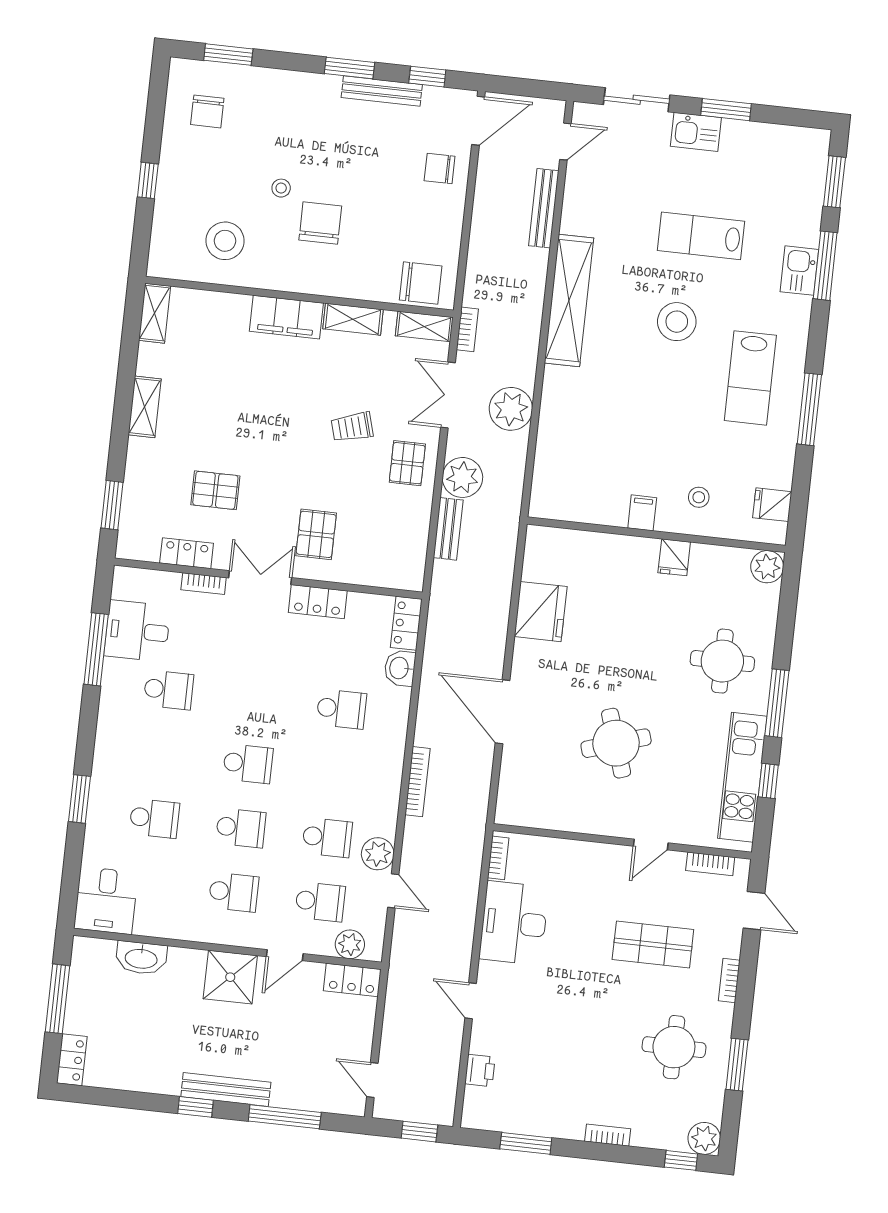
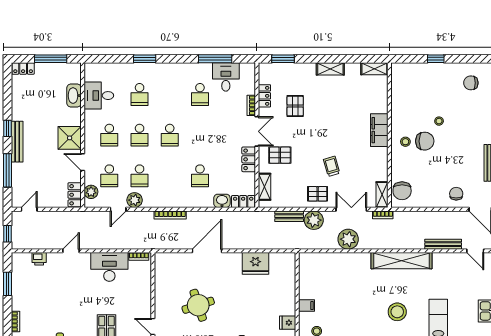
stool: (225, 241) -> (405, 142), moved, width x0.53, depth x0.53
shelving: (353, 319) -> (264, 187), moved
desk: (106, 900) -> (99, 96), moved

